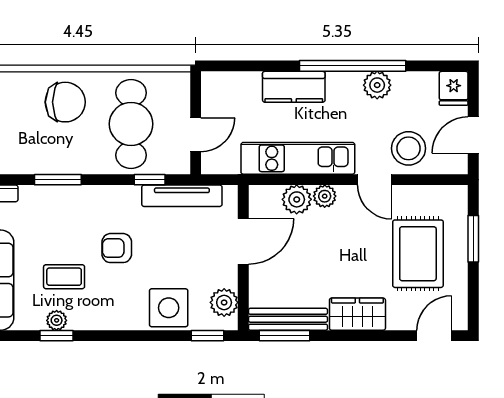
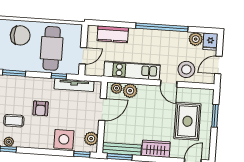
plant: (377, 85) -> (196, 39), moved
kitchen counter: (294, 87) -> (113, 34), moved
plant: (325, 196) -> (117, 88), moved
armchair: (117, 248) -> (41, 108), turned -90

